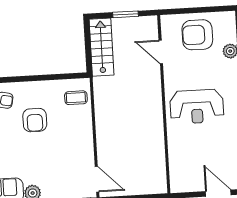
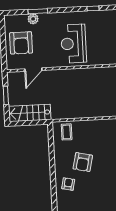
reception desk: (197, 107) -> (74, 44), turned 180
armchair: (35, 120) -> (83, 162), turned 103

